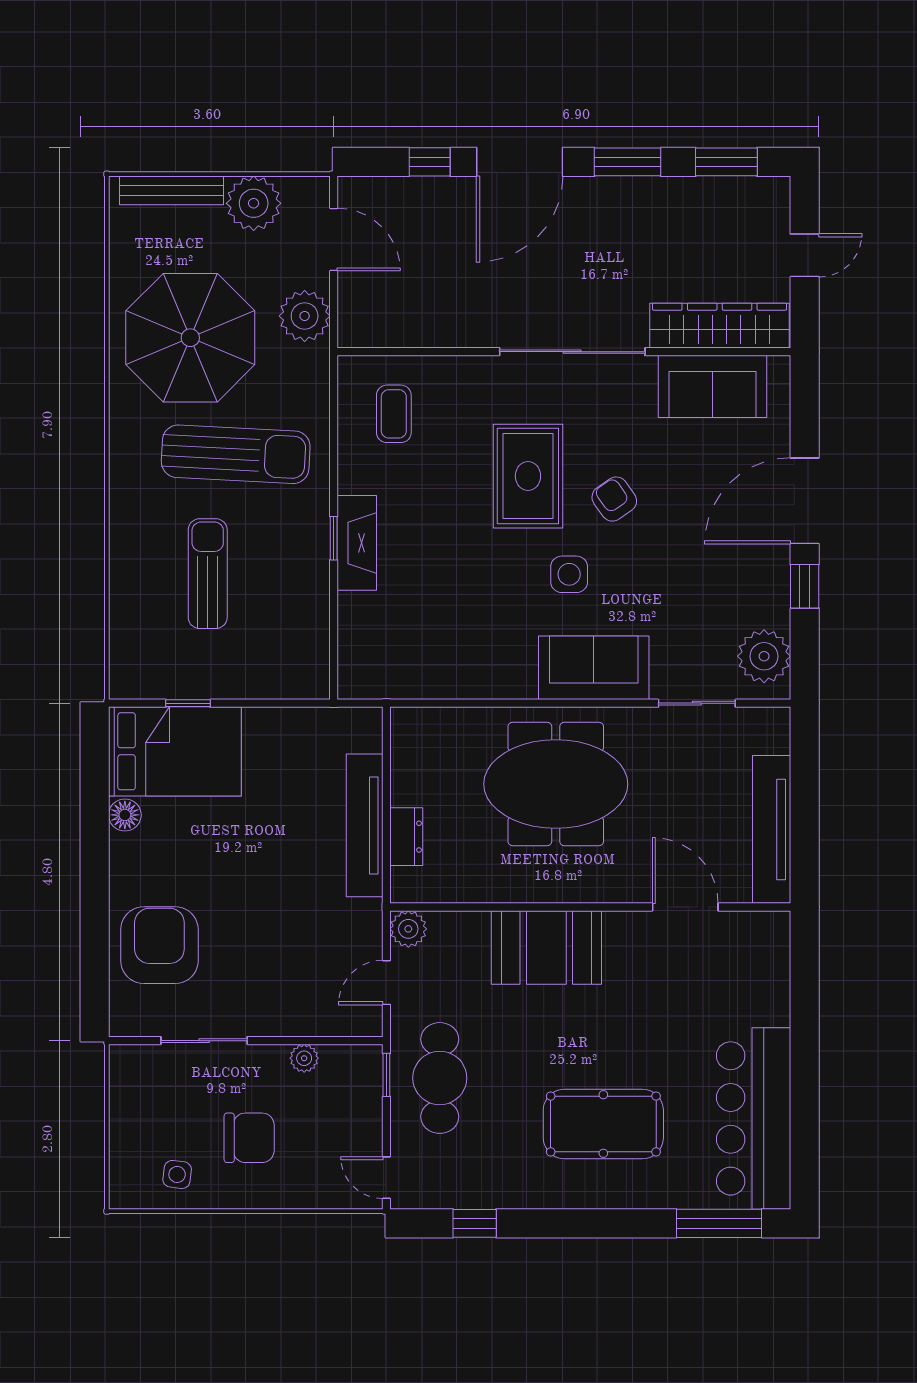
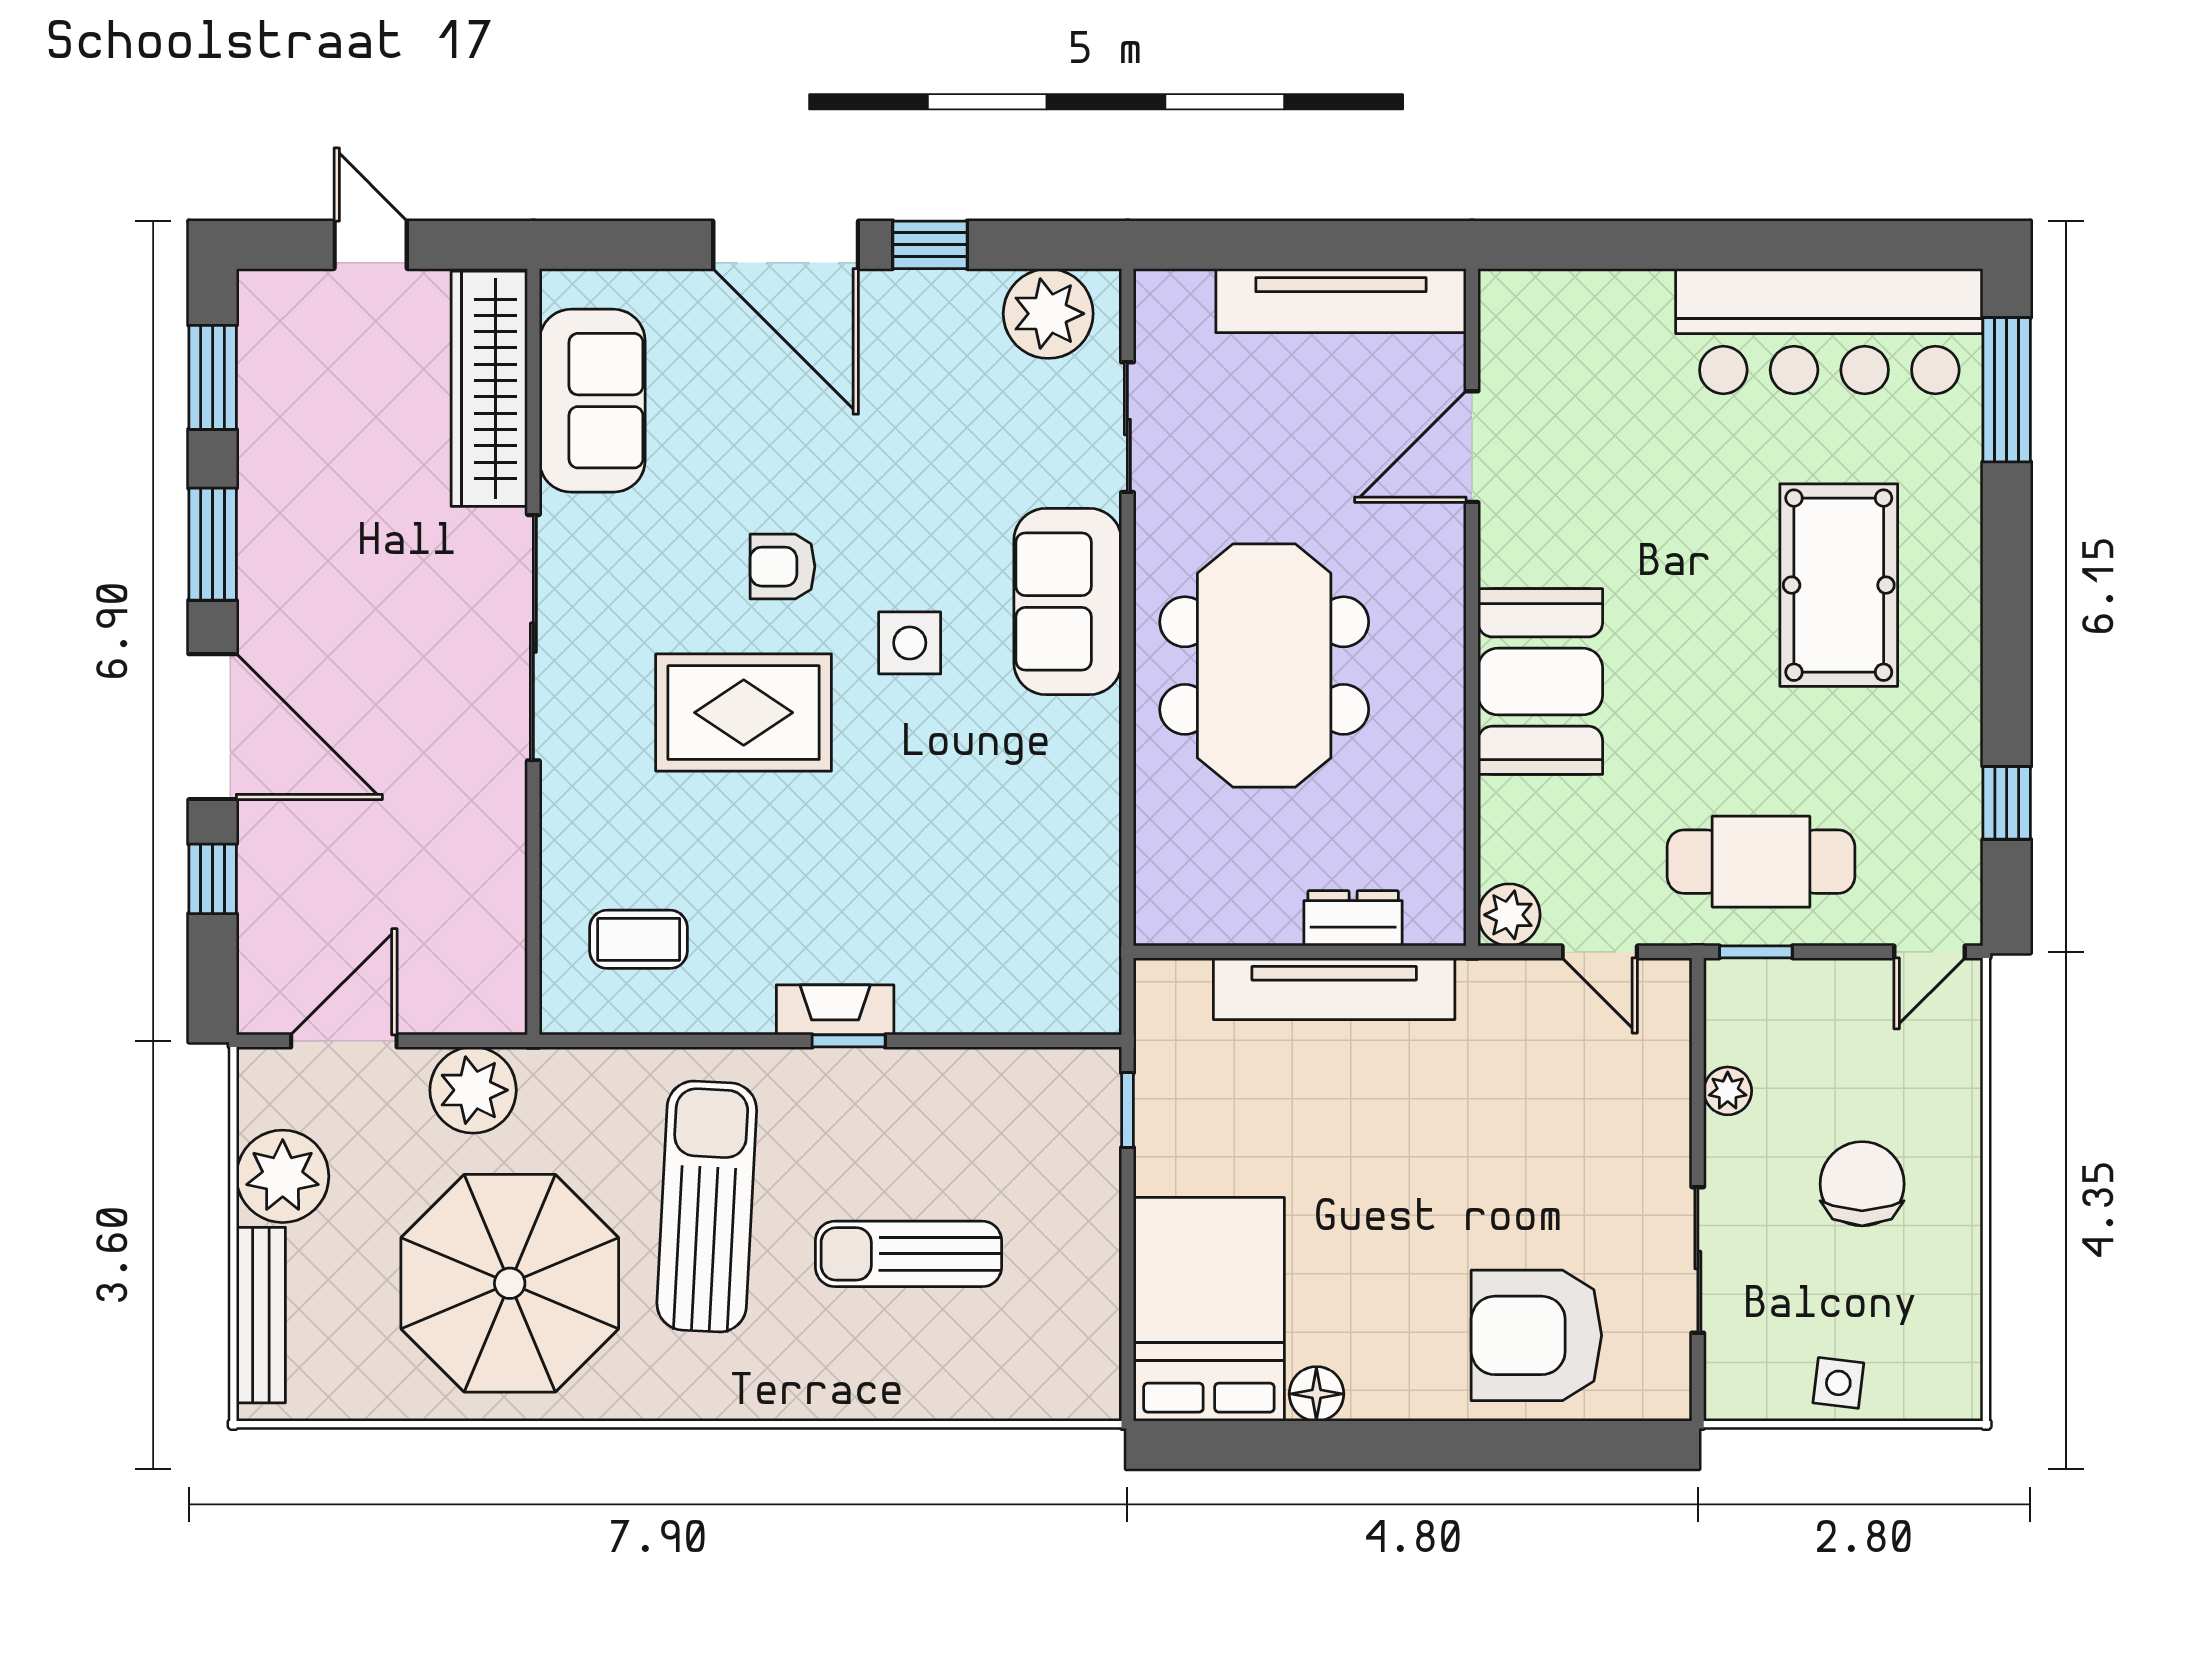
armchair: (614, 499) -> (782, 567), turned 35
fireplace: (357, 543) -> (835, 1010), width x0.73, depth x0.76
window: (188, 703) -> (1127, 1110), moved
side table: (177, 1174) -> (1838, 1383), moved

